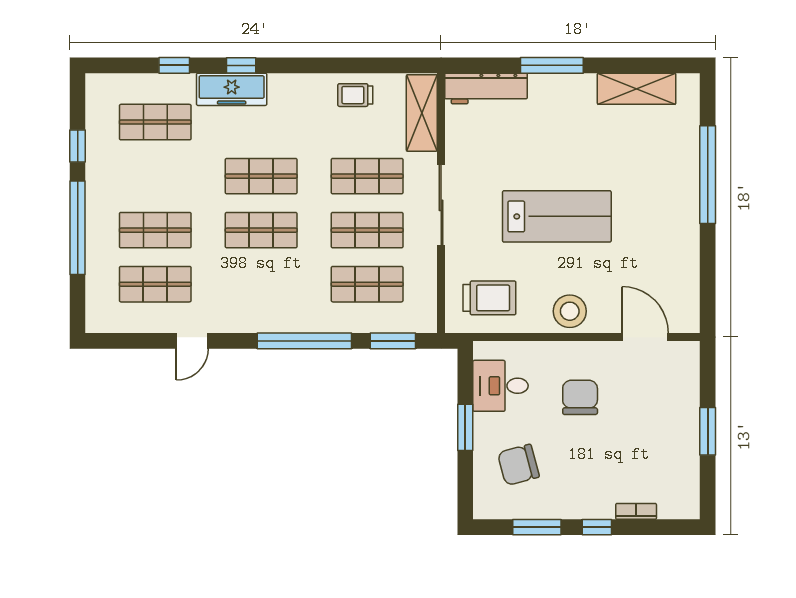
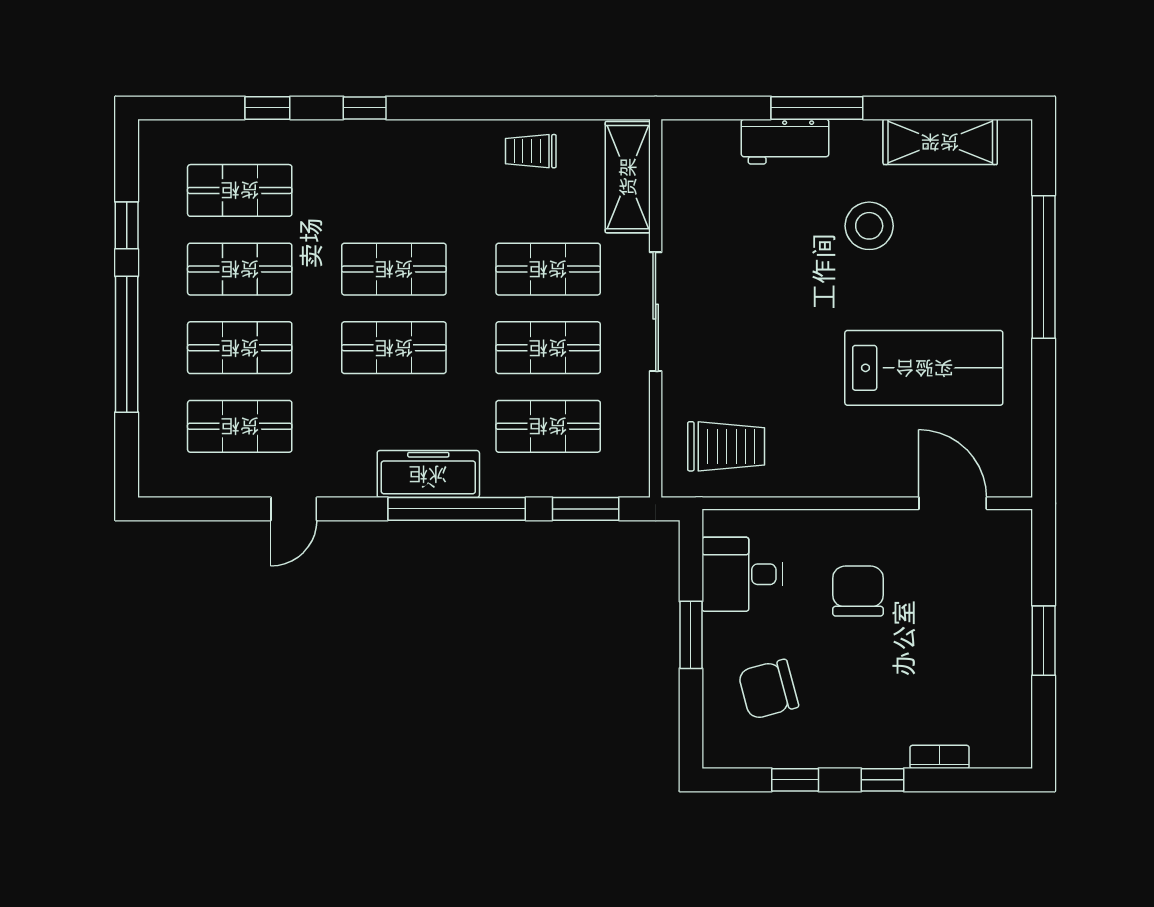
workbench: (486, 88) -> (785, 142), moved, width x0.73
freezer: (232, 89) -> (428, 474), moved, turned 180
shop shelf: (155, 176) -> (240, 269), added
lab bench: (557, 216) -> (924, 368), moved
stool: (570, 311) -> (869, 226), moved
window: (537, 527) -> (795, 780), width x0.67

